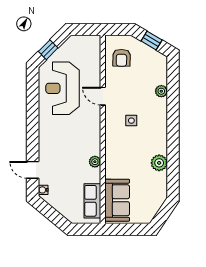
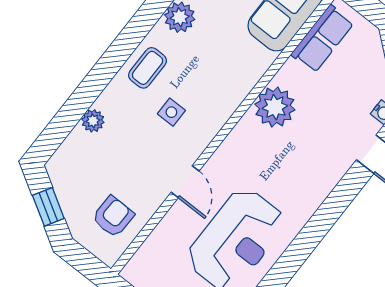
coffee table: (156, 131) -> (148, 68), added
plant: (95, 162) -> (275, 107), width x1.88, depth x1.88

